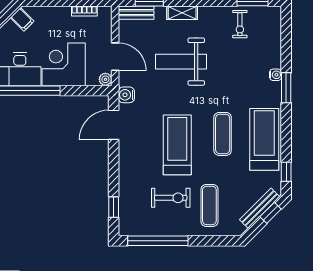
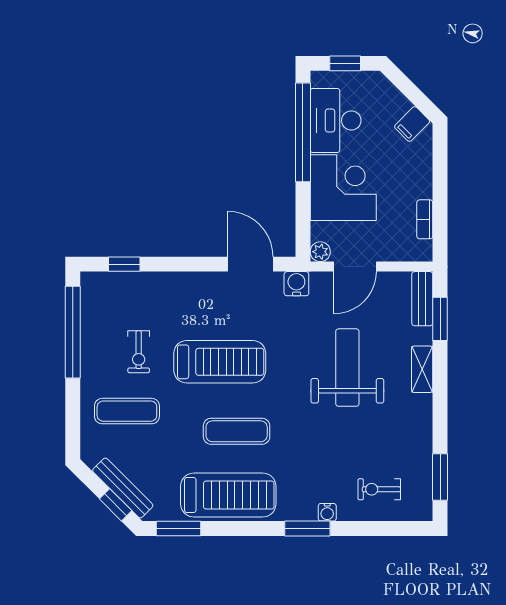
exercise bike: (240, 24) -> (379, 489), moved
window: (286, 172) -> (178, 529), width x1.50
exercise bike: (171, 198) -> (139, 352), width x0.73, depth x0.72

